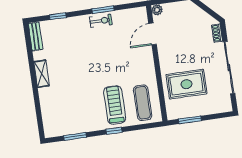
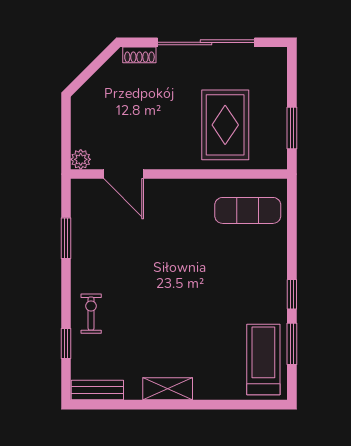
window: (103, 10) -> (66, 238), moved
exercise bike: (101, 21) -> (91, 314), moved
treadmill: (115, 105) -> (263, 359), moved, turned 90
window: (114, 131) -> (292, 294), moved

